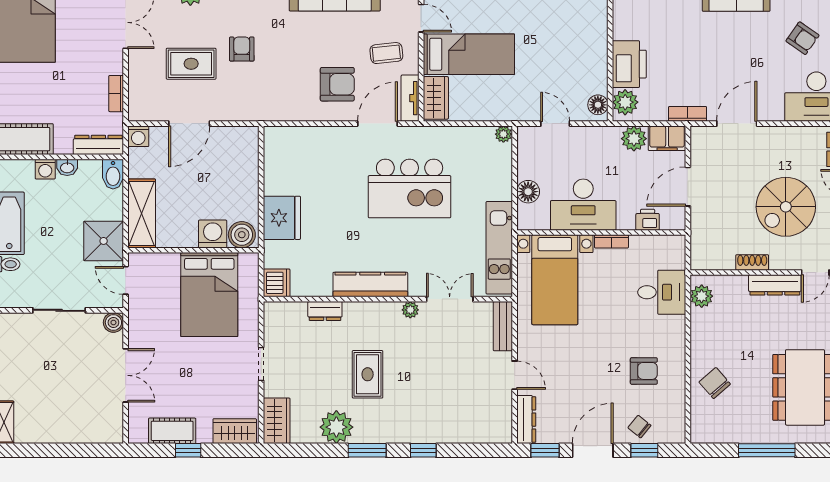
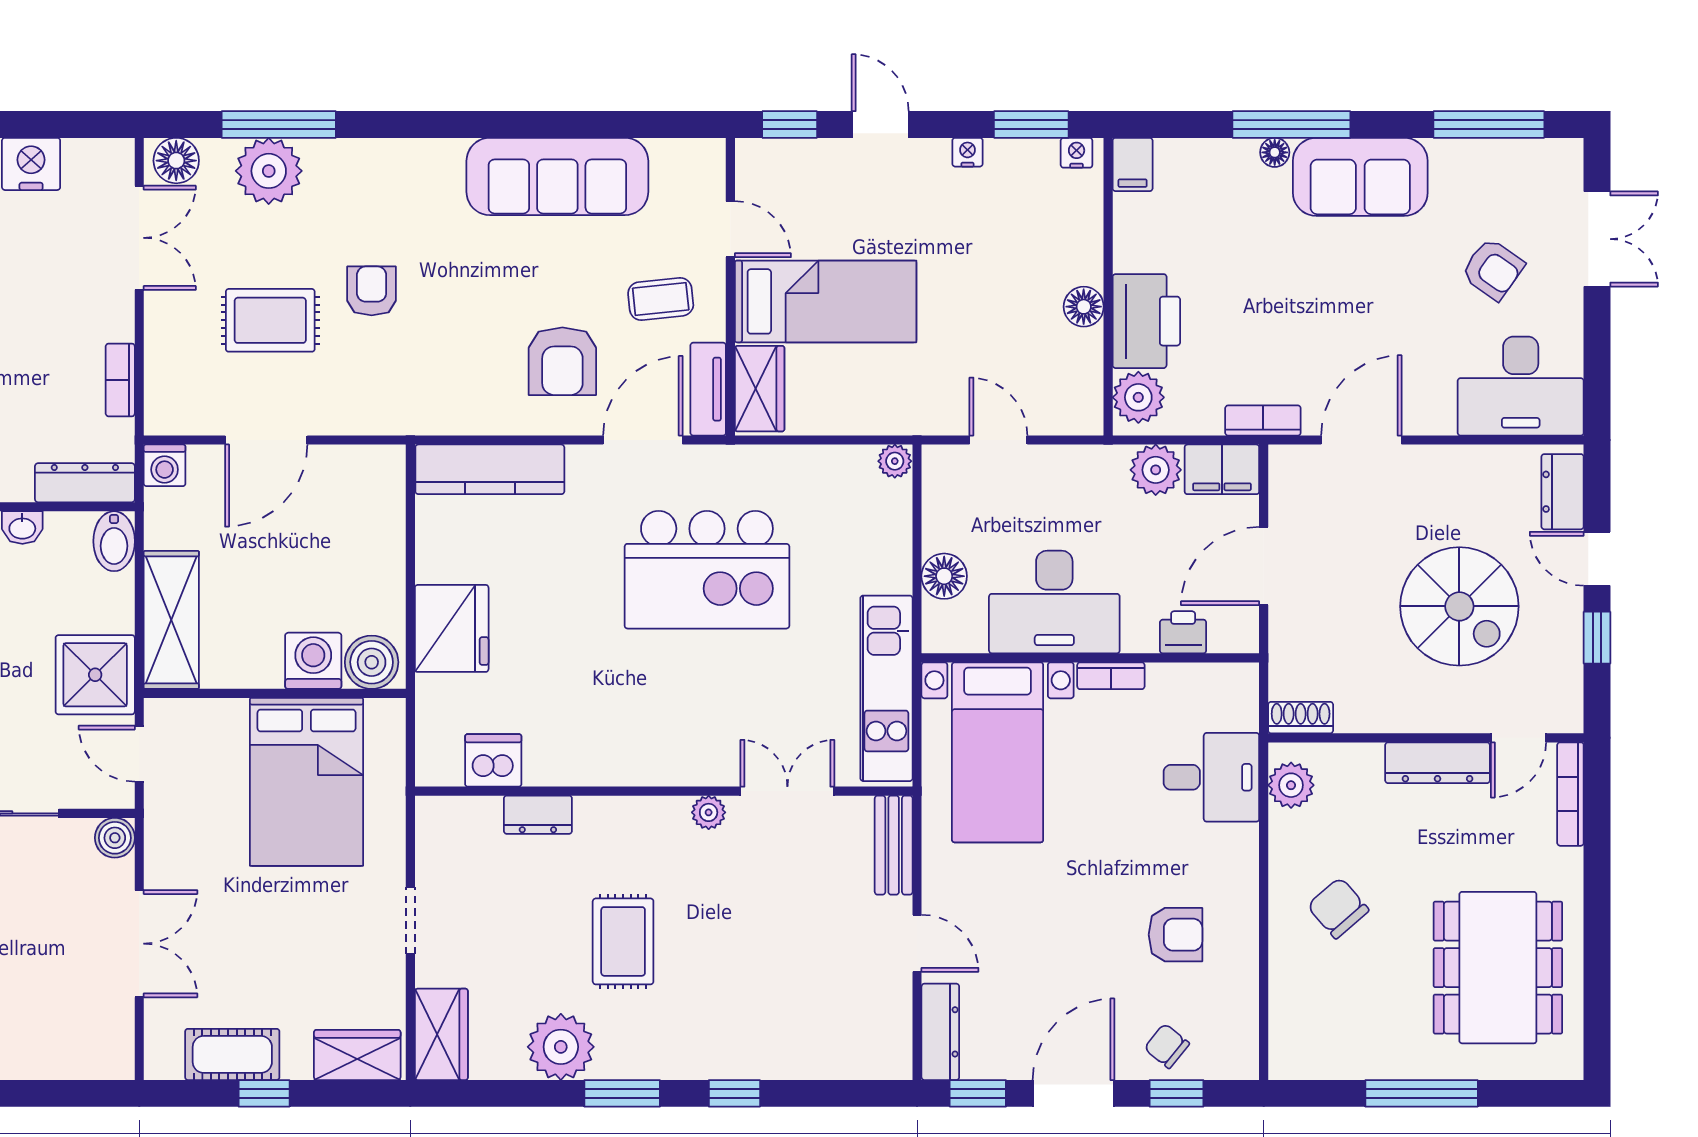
armchair: (337, 84) -> (562, 361), turned 90
floor lamp: (598, 105) -> (1084, 307), moved
spiral stairs: (786, 207) -> (1459, 606), turned -90
shoe rack: (752, 262) -> (1301, 718), moved
dishwasher: (277, 283) -> (493, 760), moved, turned -90
kitchen counter: (370, 285) -> (490, 469), moved, turned 180
chair: (715, 383) -> (1338, 908), moved

